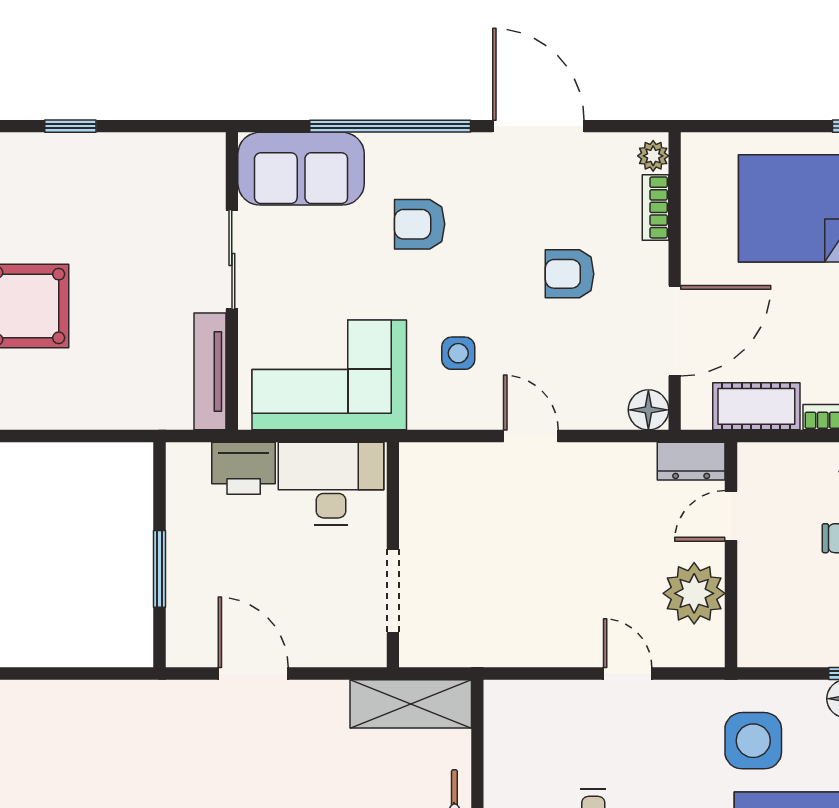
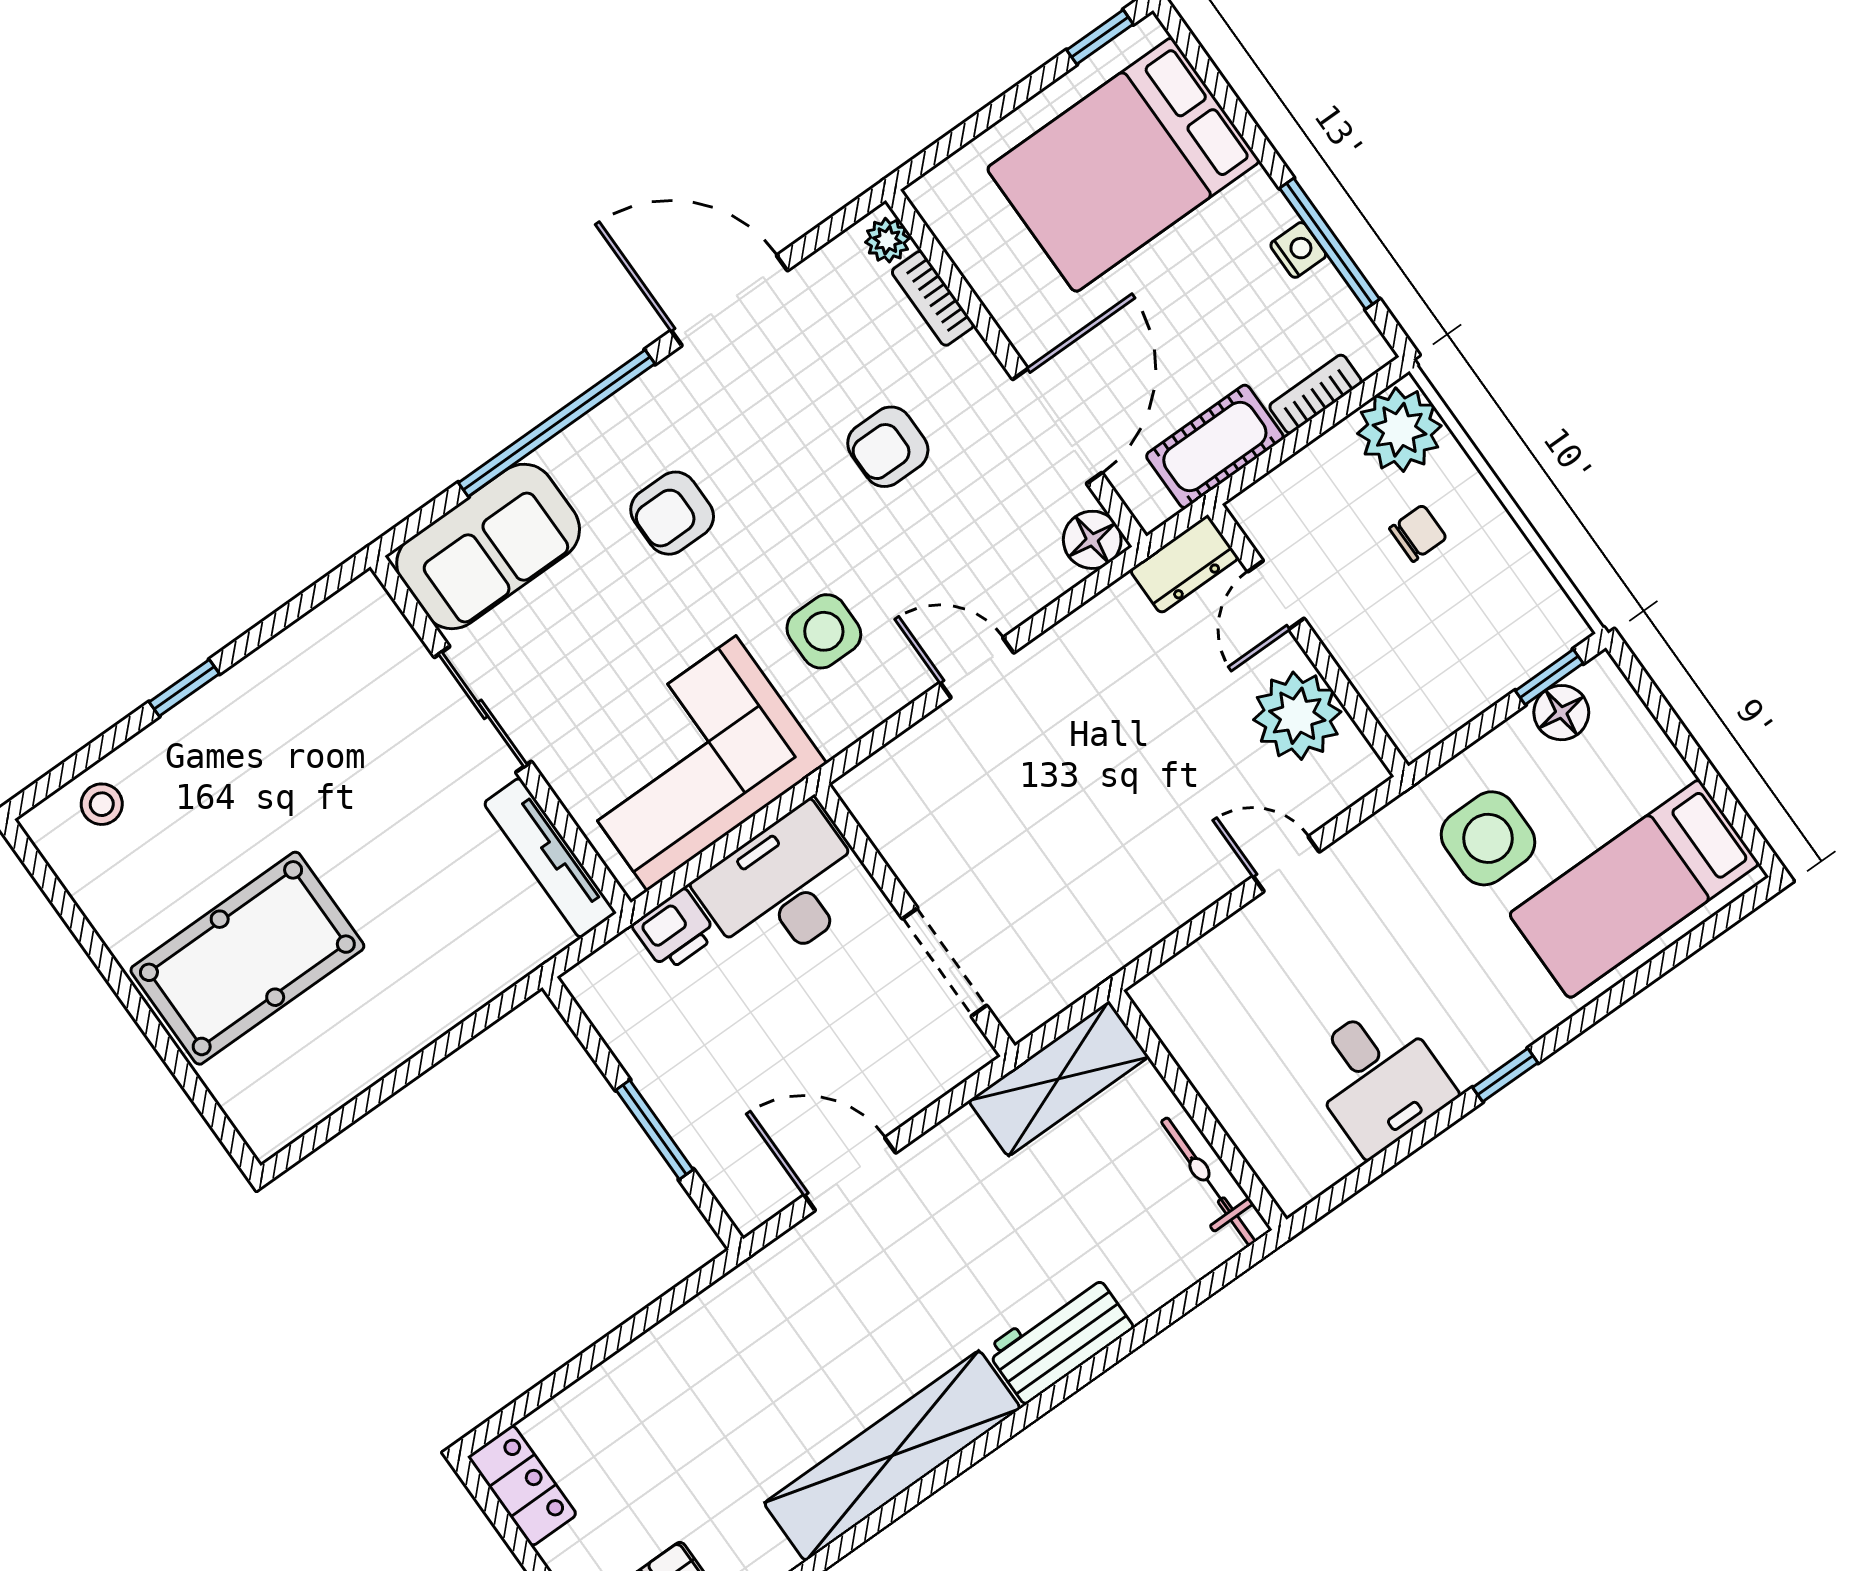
side table: (458, 353) -> (824, 631), width x1.37, depth x1.37
printer: (244, 468) -> (675, 930), width x0.73, depth x0.81

